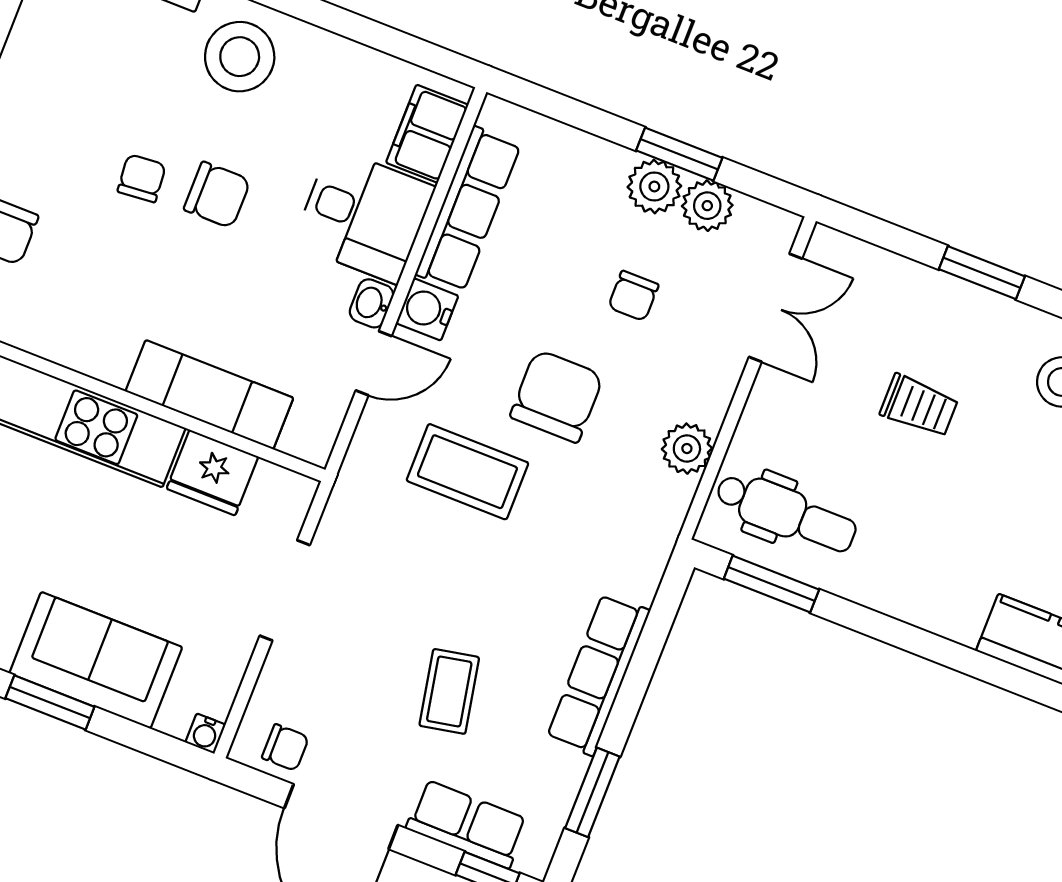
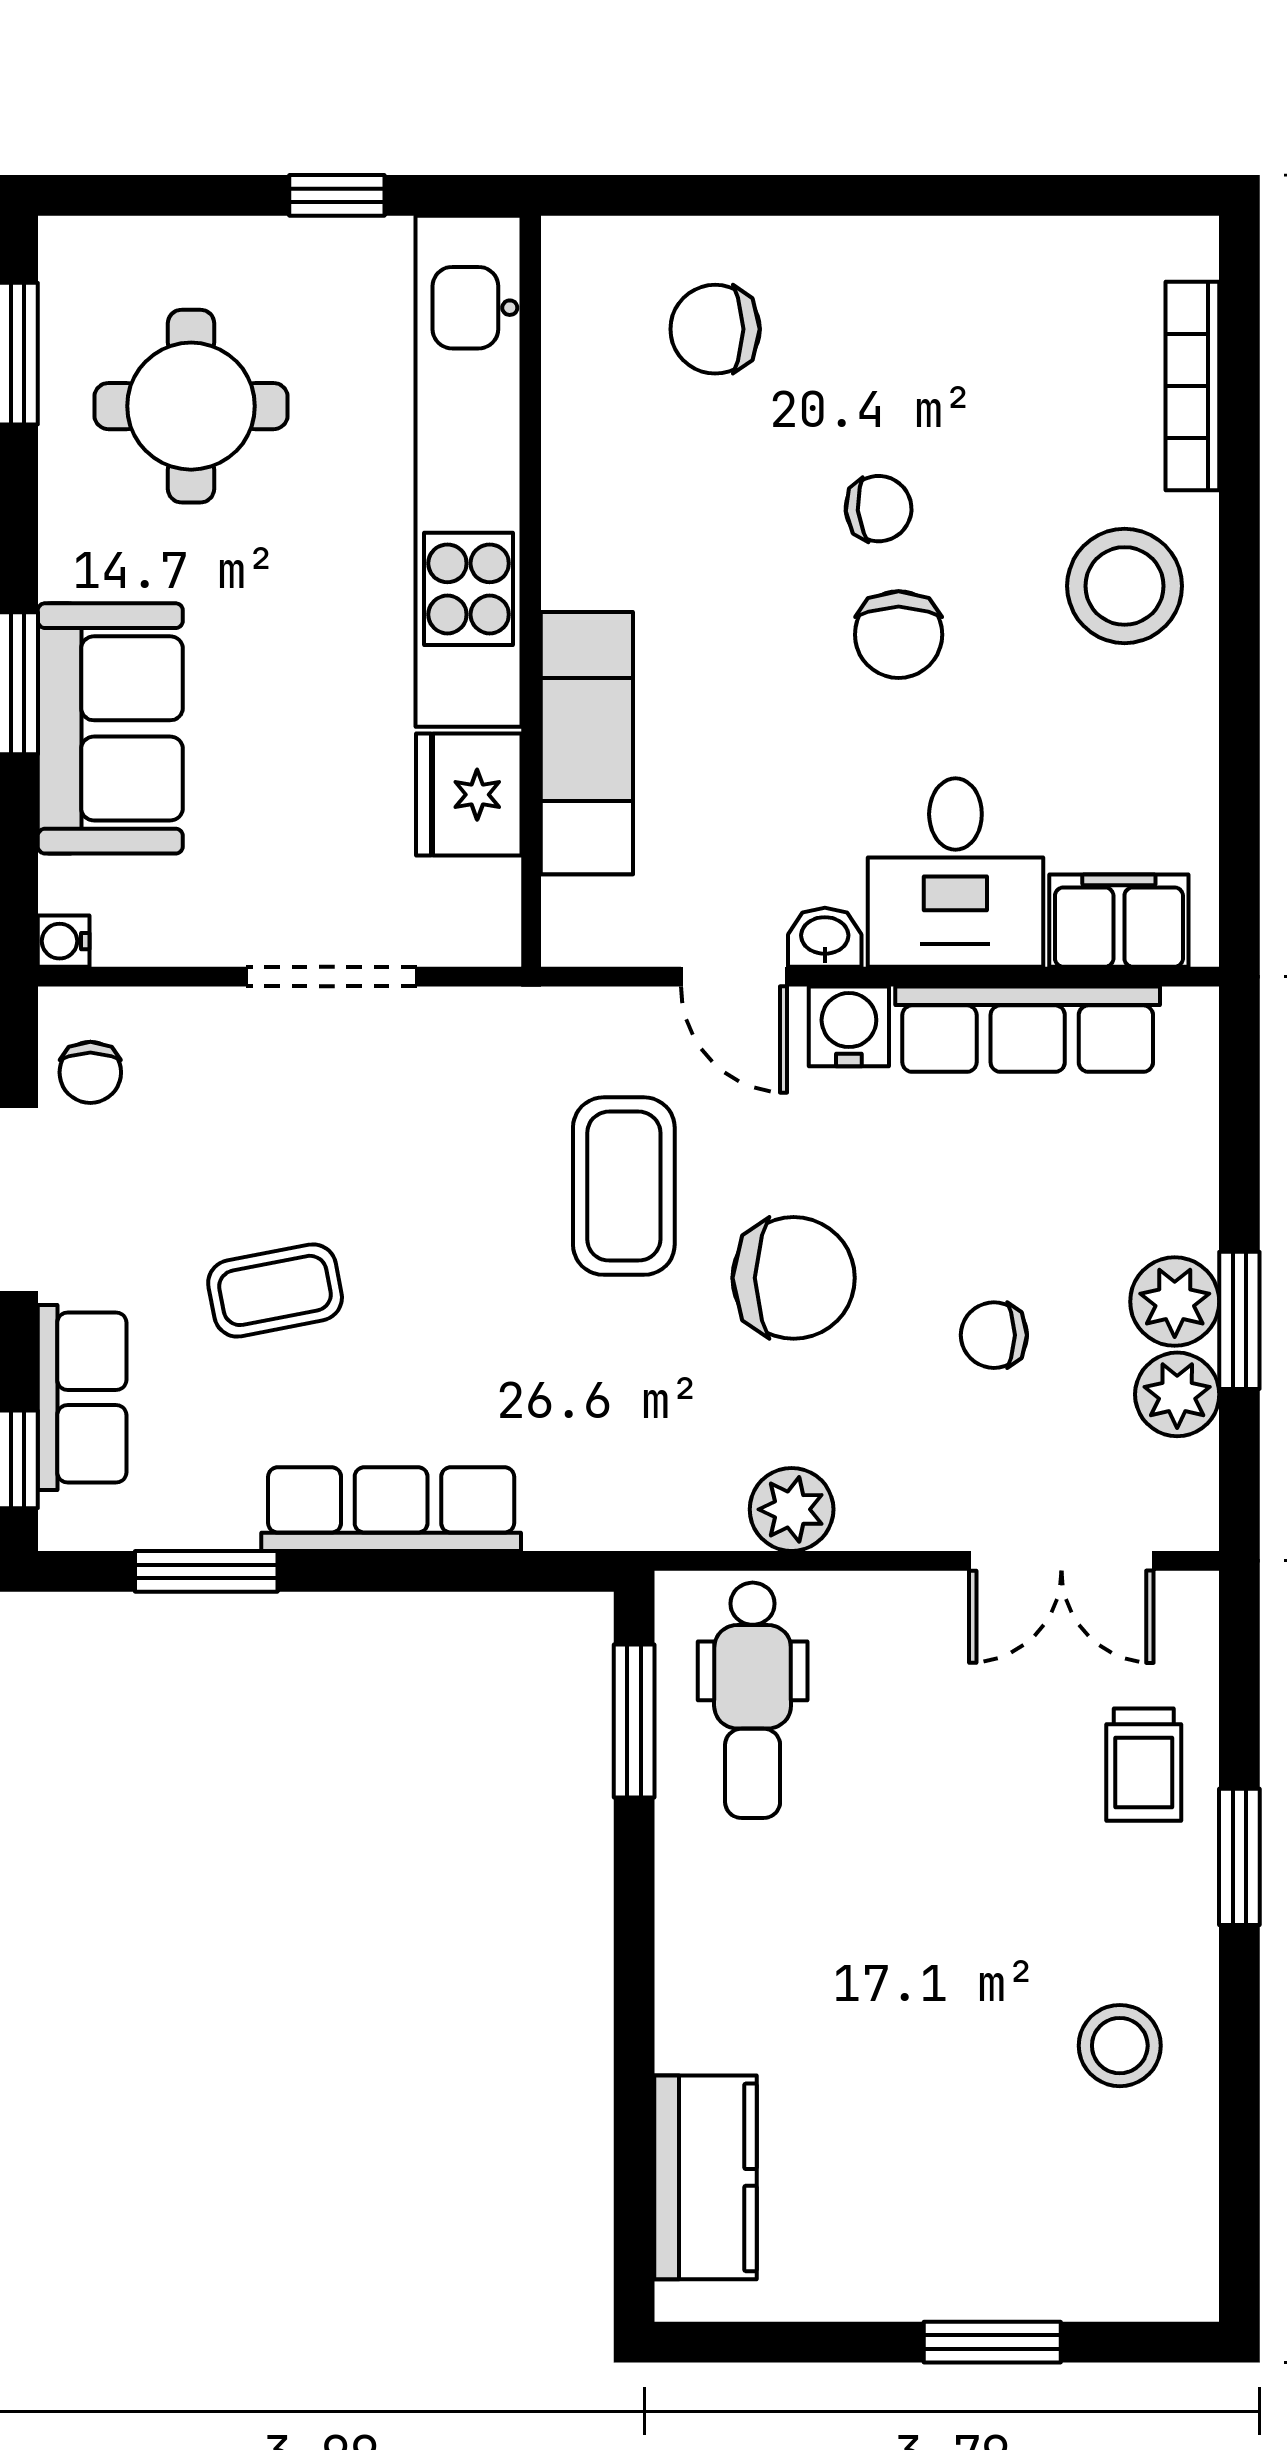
trolley: (919, 406) -> (1144, 1765), moved

